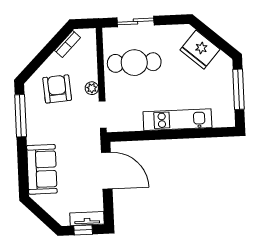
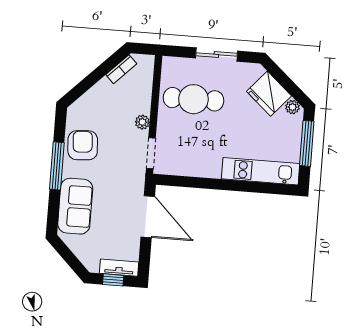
sliding door: (135, 21) -> (216, 55), moved
plant: (222, 59) -> (292, 107), added
armchair: (57, 89) -> (83, 145), moved
window: (21, 116) -> (57, 166), moved
kitchen unit: (177, 120) -> (261, 171), moved

